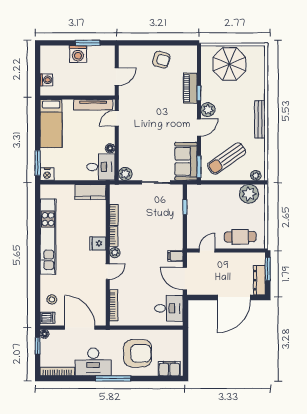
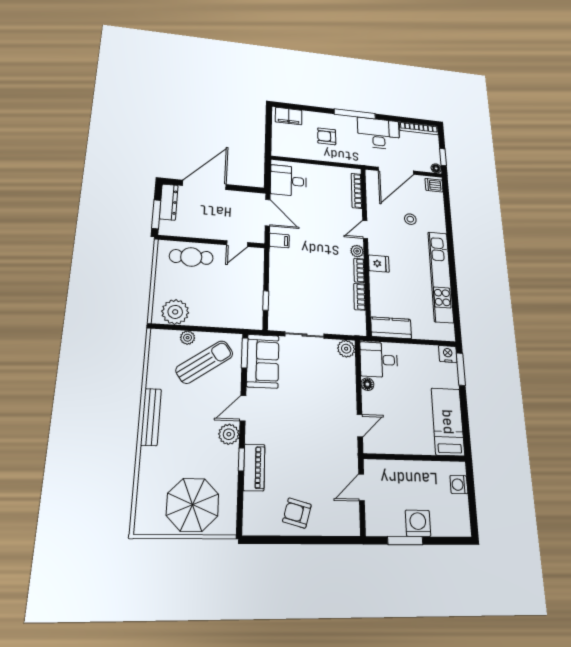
tv unit: (93, 105) -> (393, 446), removed
plant: (256, 175) -> (188, 338), moved
stool: (52, 299) -> (410, 219), moved
door: (80, 328) -> (396, 171), hinge flipped
armchair: (138, 353) -> (327, 136), width x0.53, depth x0.53

